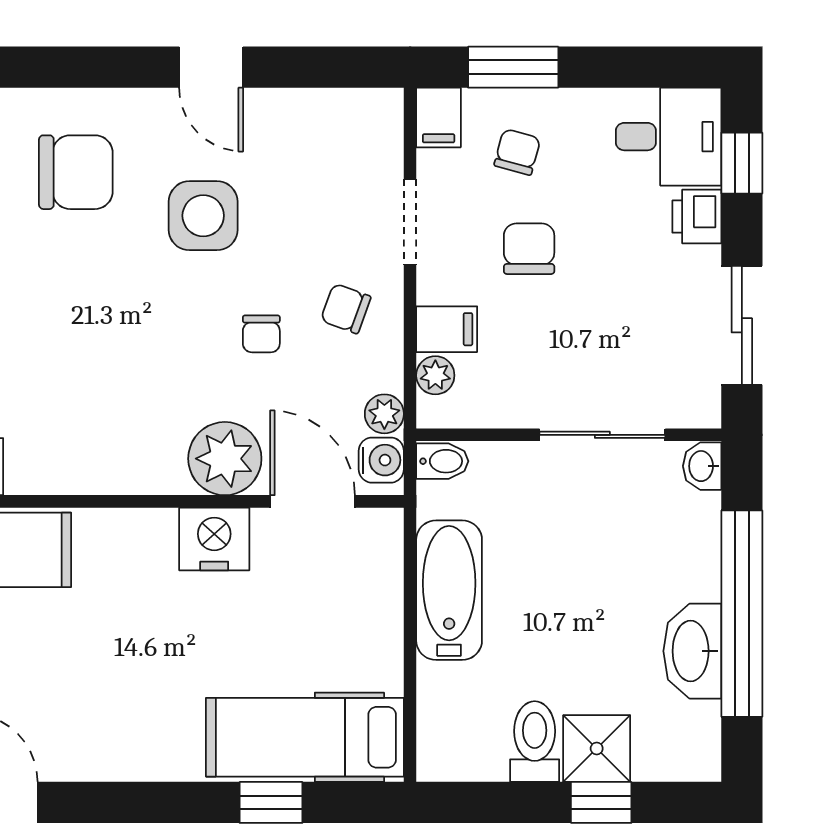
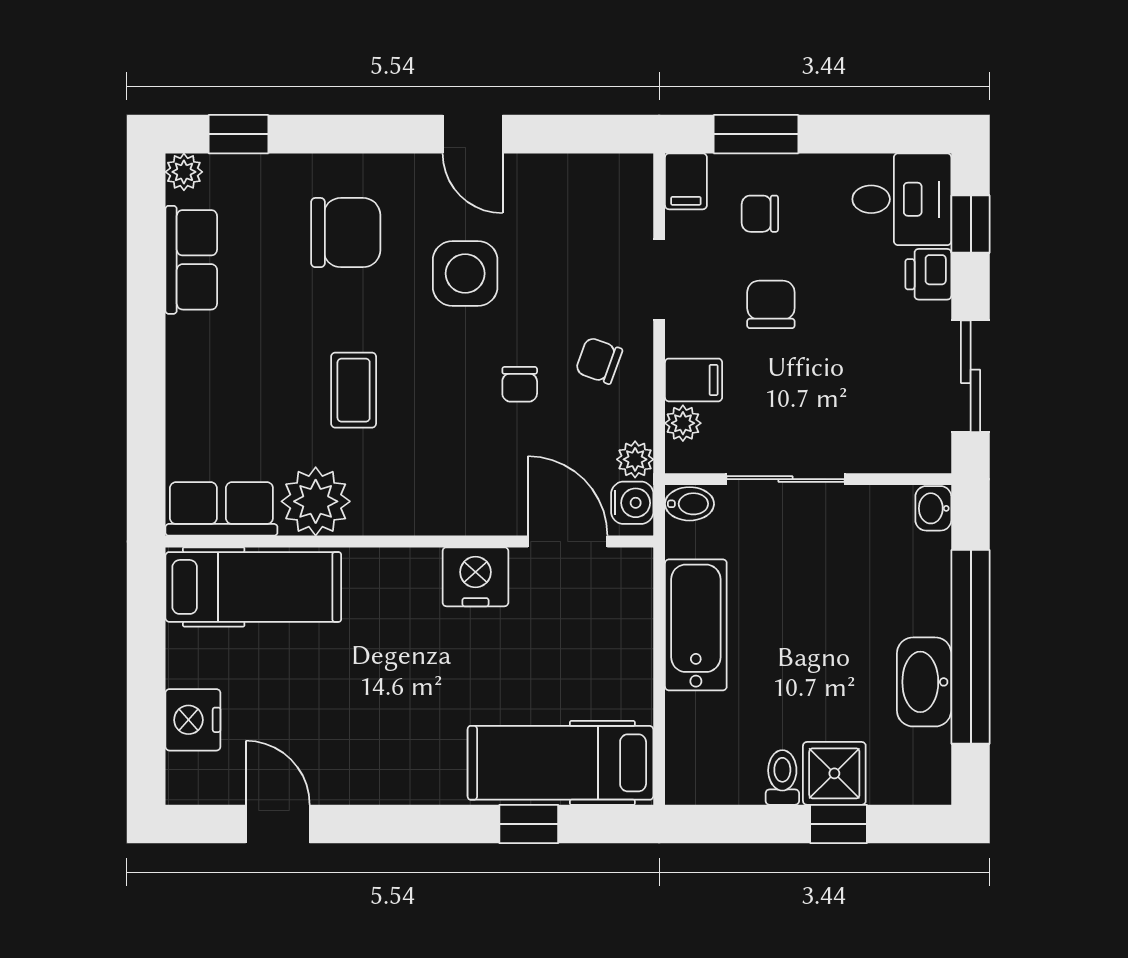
chair: (517, 152) -> (760, 214), turned -105
coffee table: (84, 340) -> (354, 390), added
sliding door: (602, 435) -> (786, 479), moved
plant: (225, 459) -> (316, 501), moved
toilet: (535, 742) -> (782, 777), width x0.73, depth x0.72

